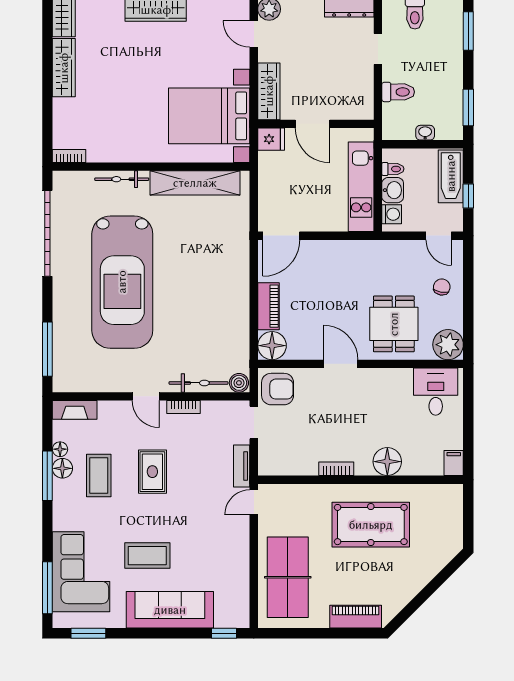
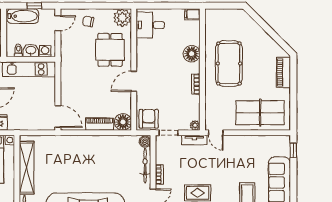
dining table: (394, 324) -> (110, 50), turned 90
plant: (266, 467) -> (195, 125), added

